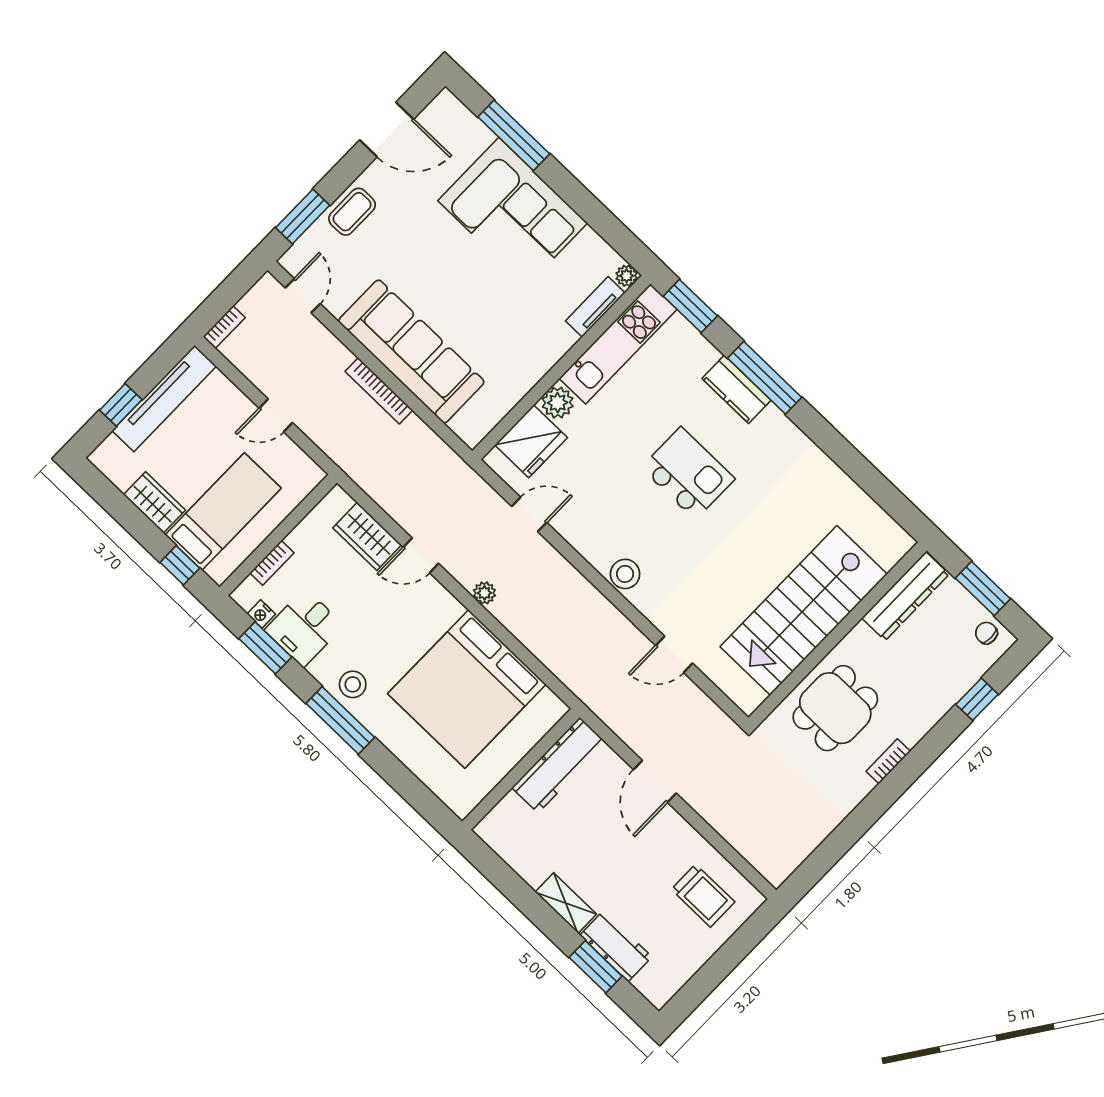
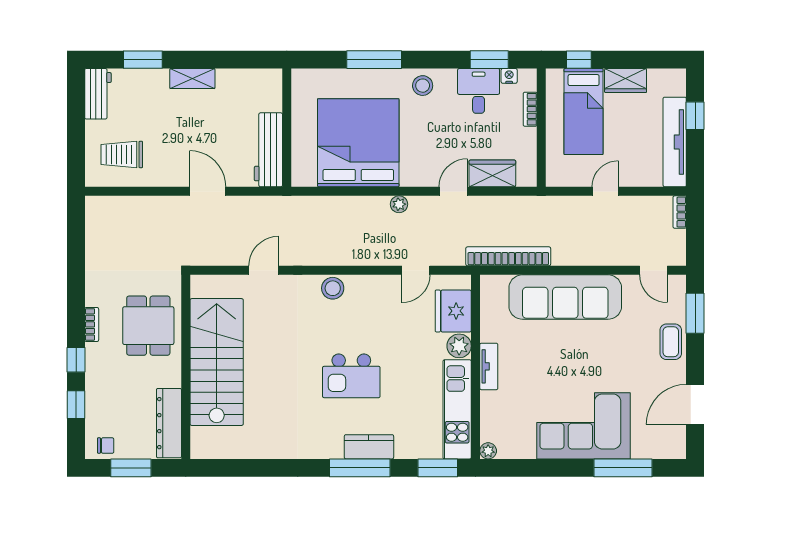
tv unit: (595, 307) -> (489, 366), moved
bookcase: (379, 391) -> (508, 256), moved, width x1.48, depth x1.31
window: (340, 720) -> (374, 60), moved
window: (936, 742) -> (76, 360), added
workbench: (616, 946) -> (98, 94), moved, turned -90

